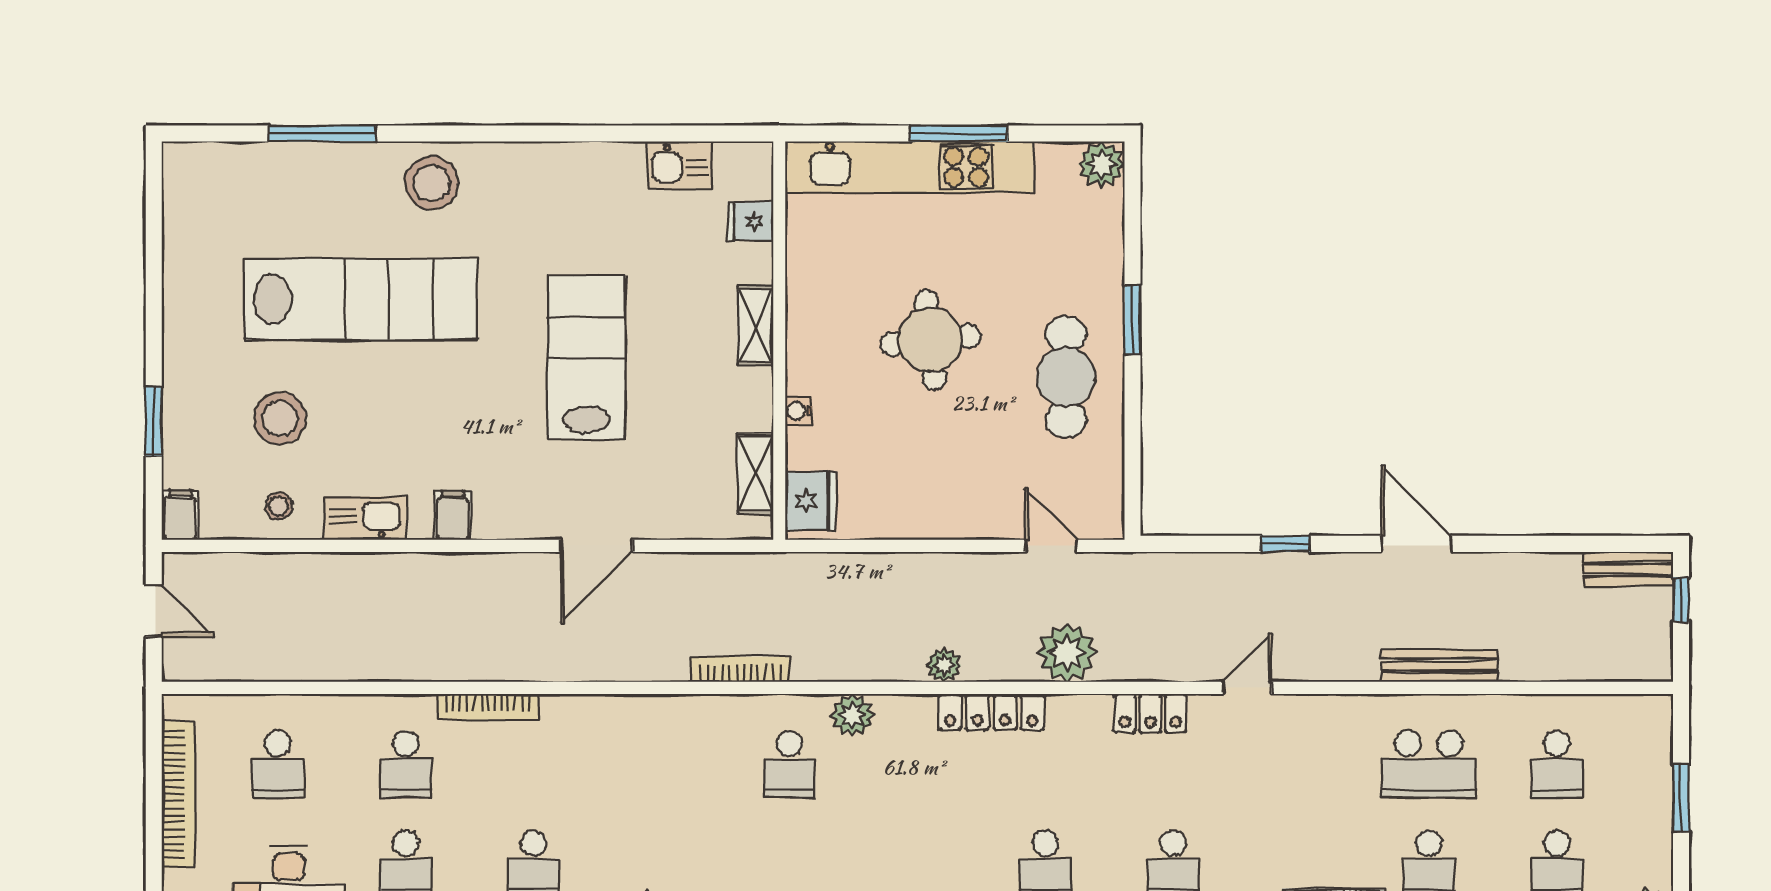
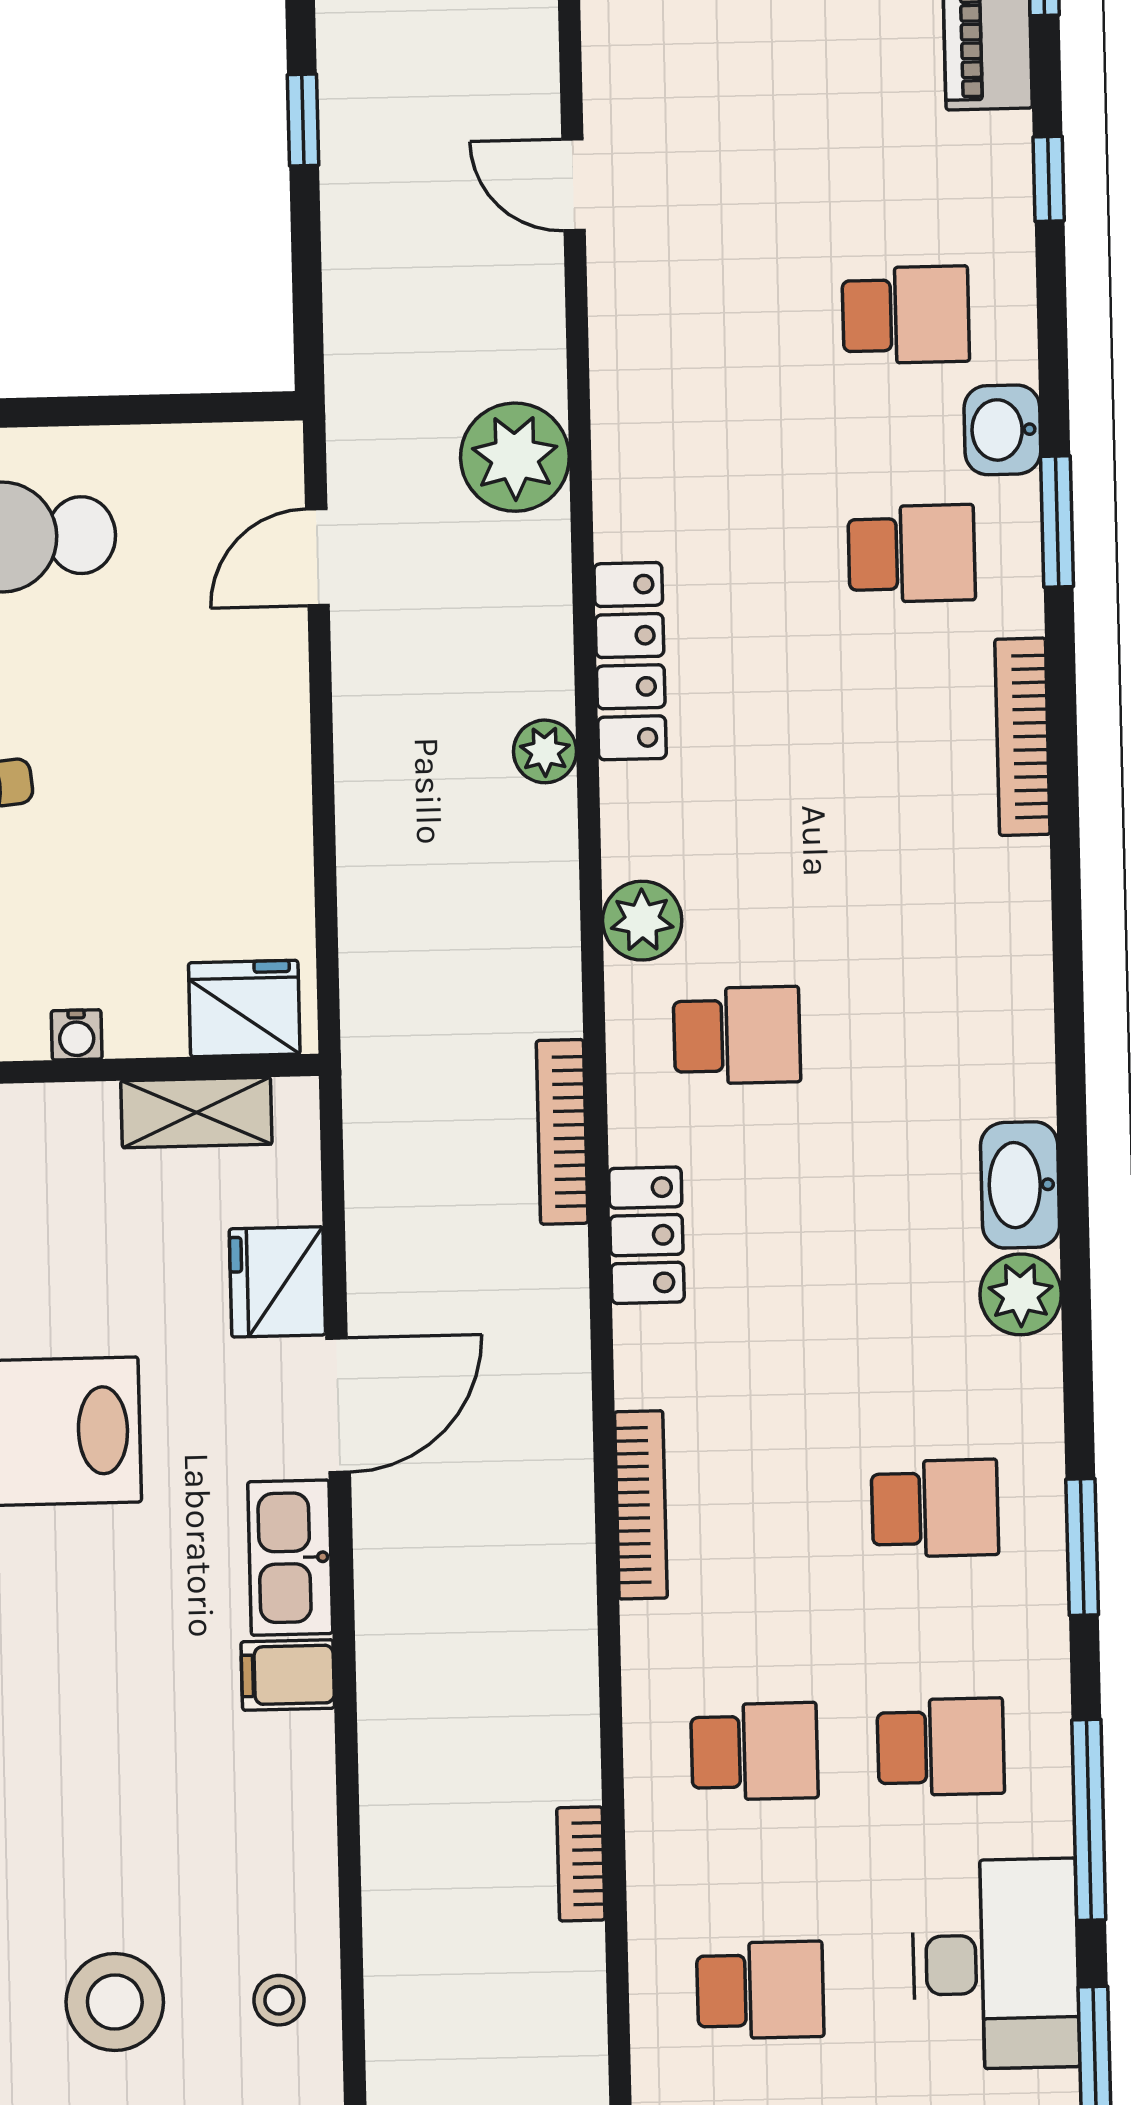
fridge: (663, 515) -> (277, 1282), added
kitchen sink: (365, 518) -> (290, 1558), moved
door: (597, 546) -> (338, 1405), hinge flipped
plant: (1067, 653) -> (515, 457), moved
bookcase: (348, 670) -> (581, 1864), added
bookcase: (488, 707) -> (641, 1505), moved
locker: (1150, 713) -> (646, 1235), moved

